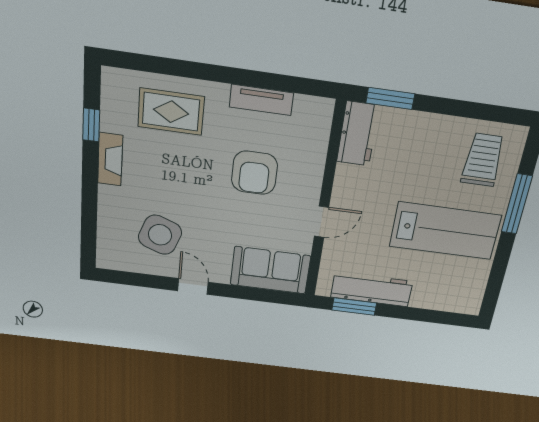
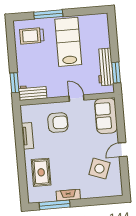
window: (91, 125) -> (55, 205), width x2.17
armchair: (254, 173) -> (58, 123), moved

